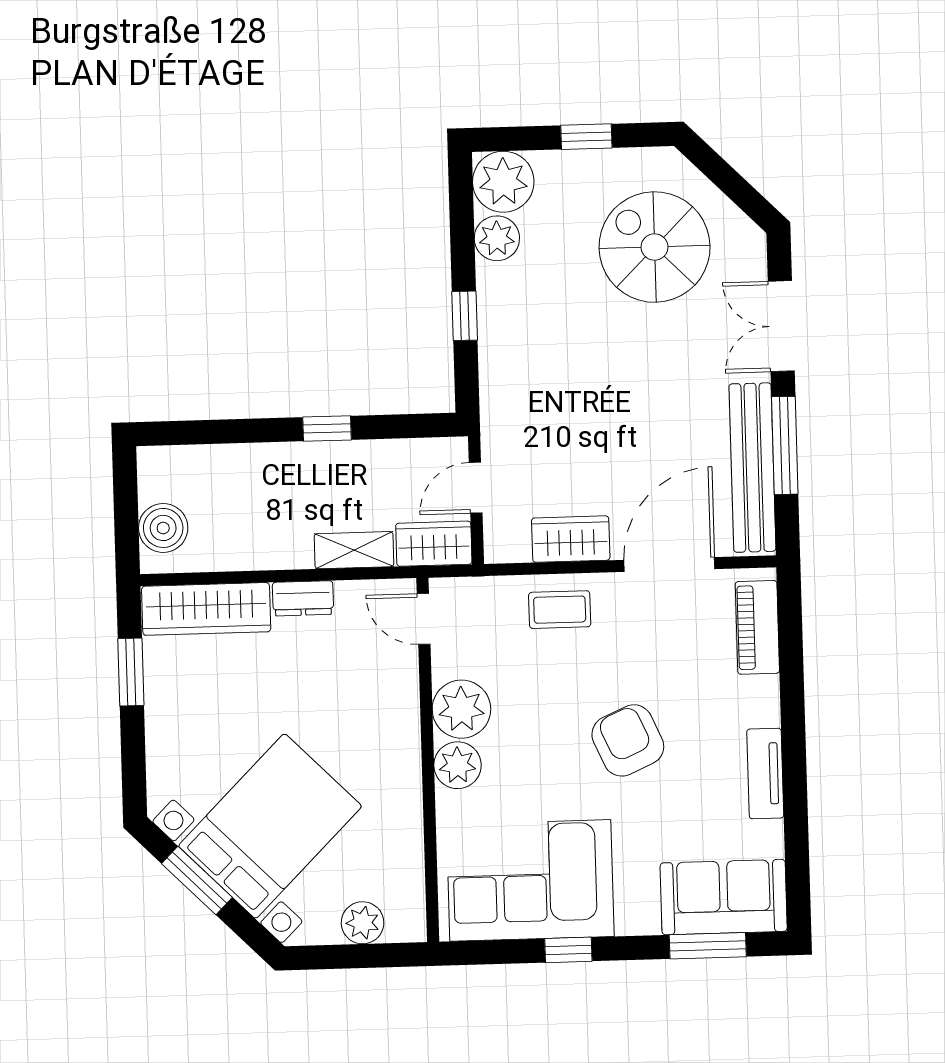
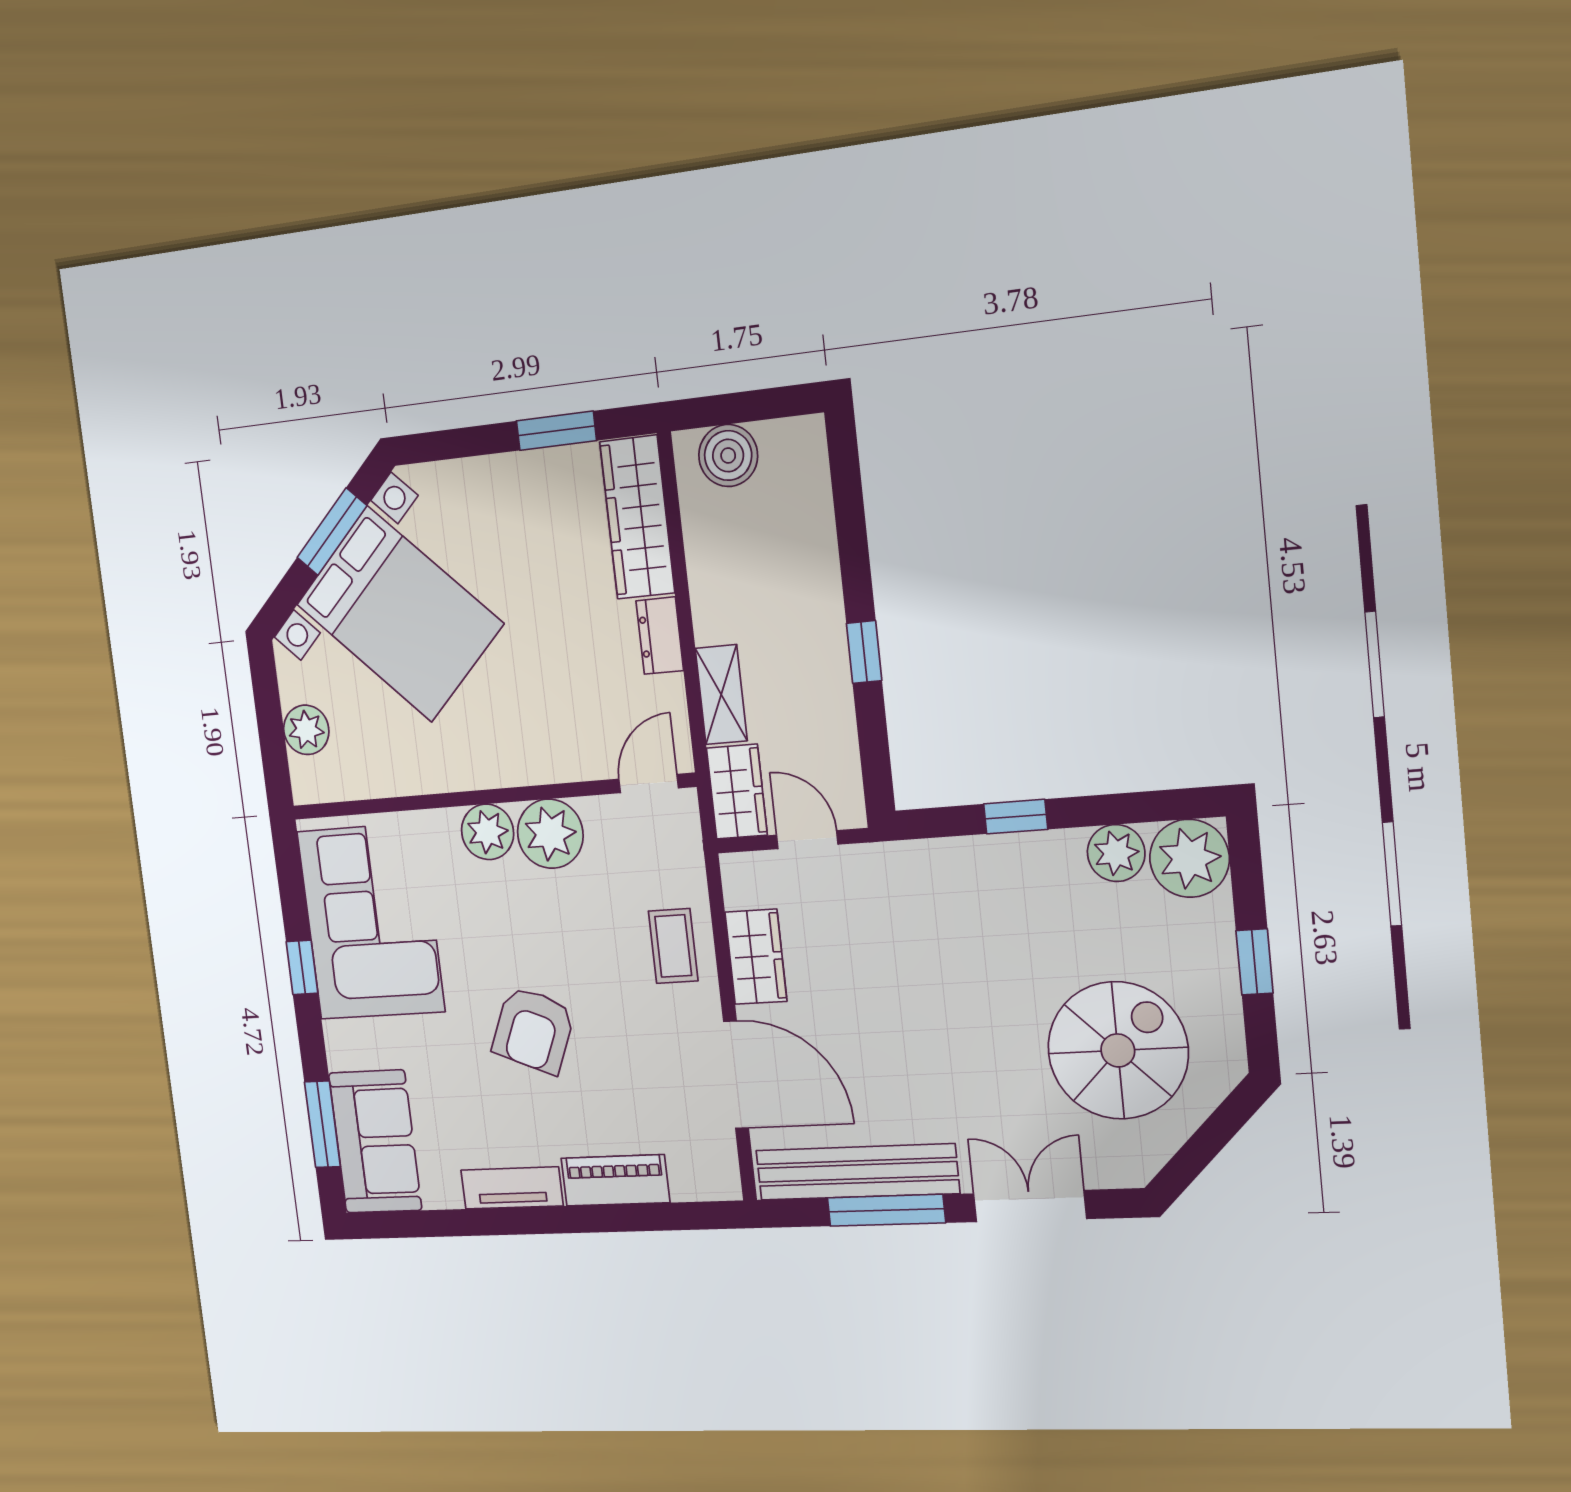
piano: (757, 627) -> (615, 1180), moved
armchair: (628, 740) -> (533, 1030), turned 137

